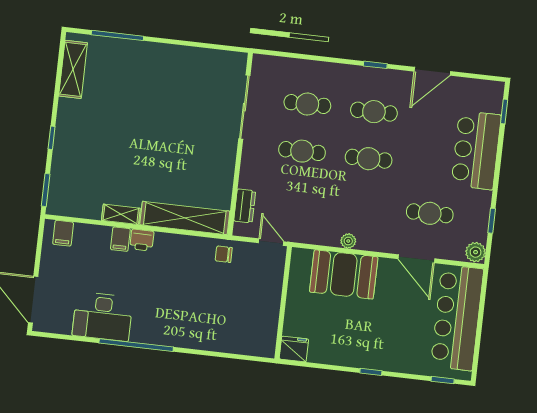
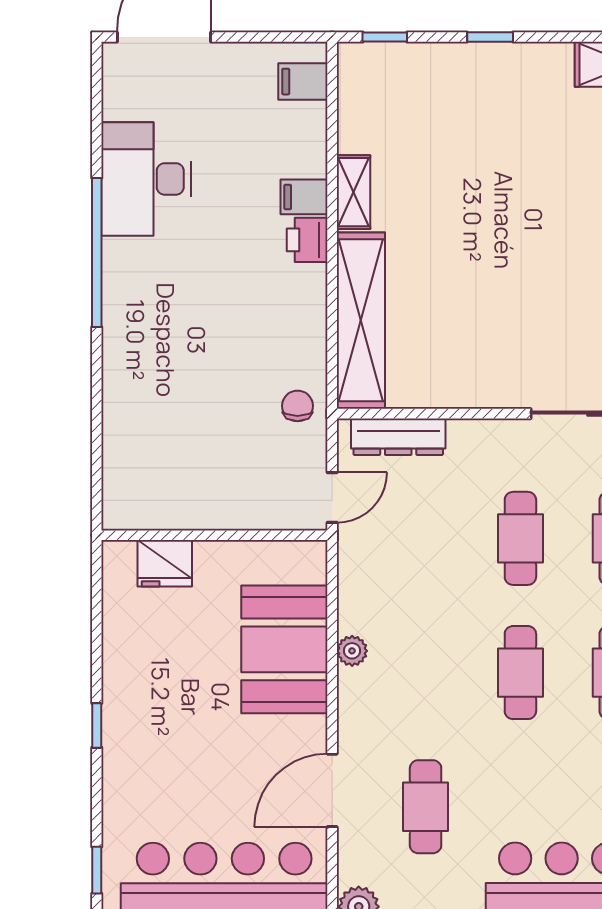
window: (46, 190) -> (385, 37), width x0.67
dresser: (245, 206) -> (398, 437), width x1.44
fridge: (294, 349) -> (165, 563), moved, turned 90

